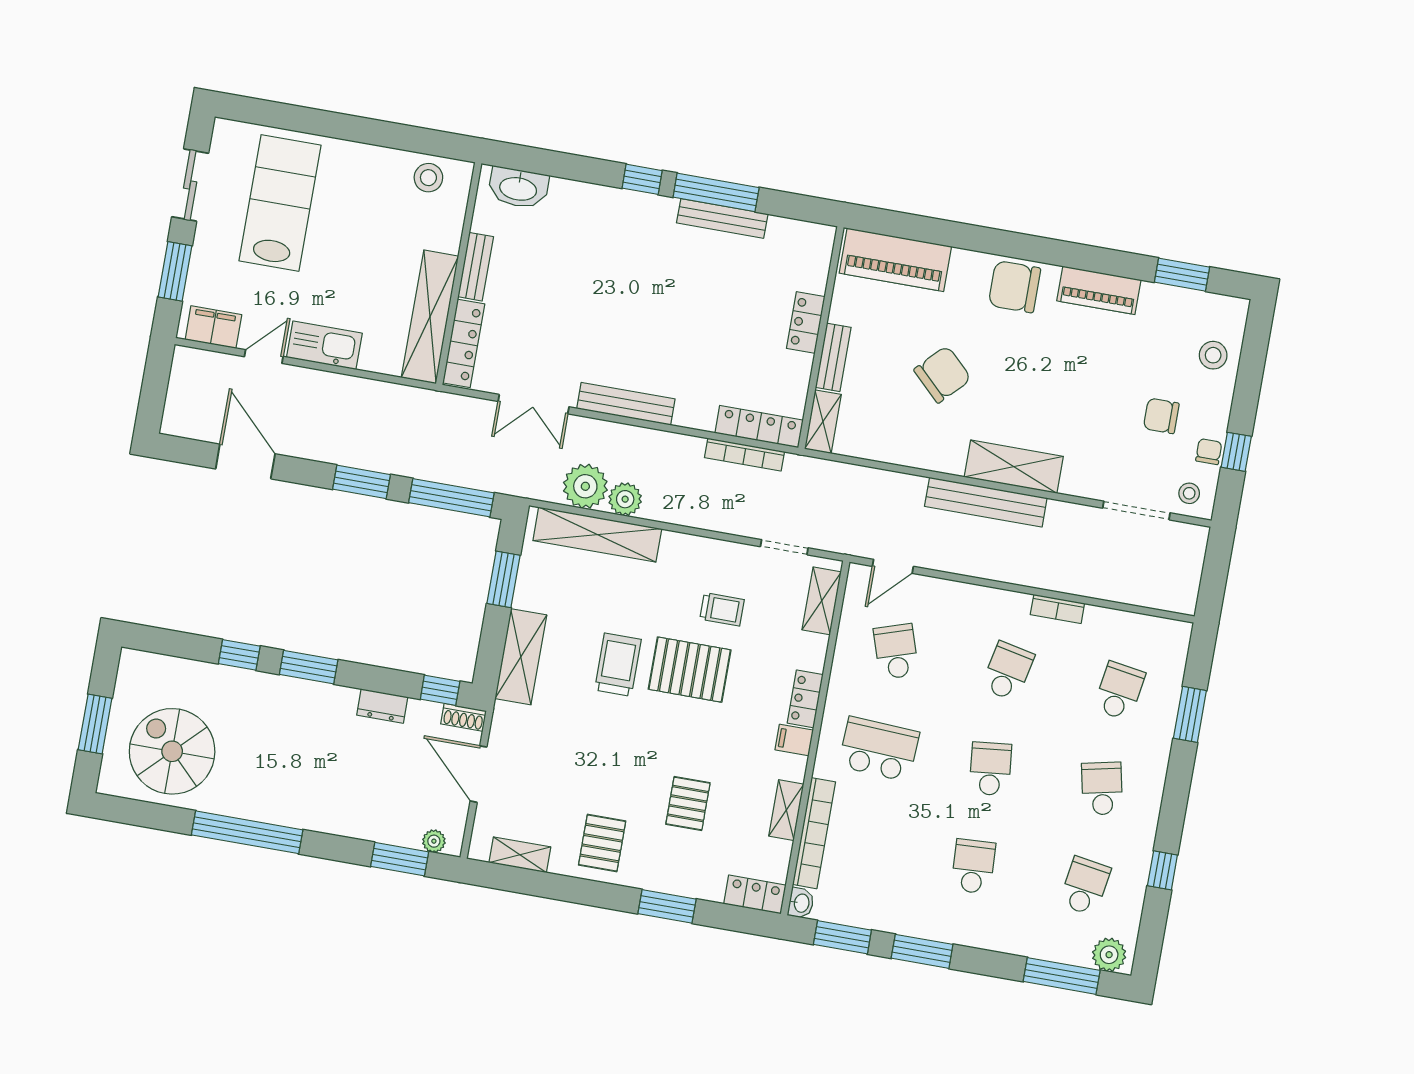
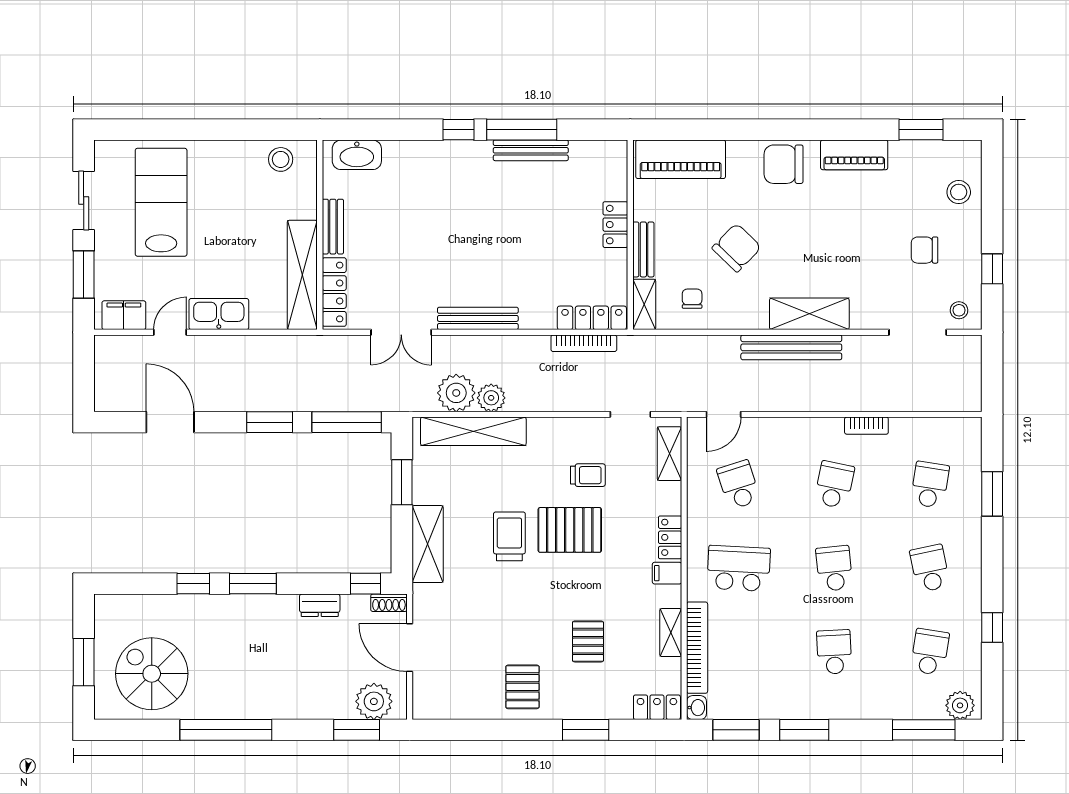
chair: (1209, 452) -> (692, 299), moved
plant: (434, 841) -> (374, 701), width x1.88, depth x1.88
shelving: (520, 855) -> (456, 709), removed

